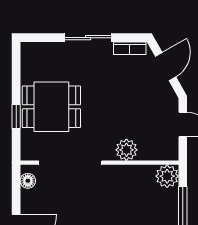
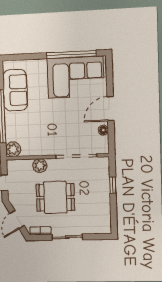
dining table: (51, 107) -> (55, 197), moved
floor lamp: (28, 181) -> (103, 130), moved

